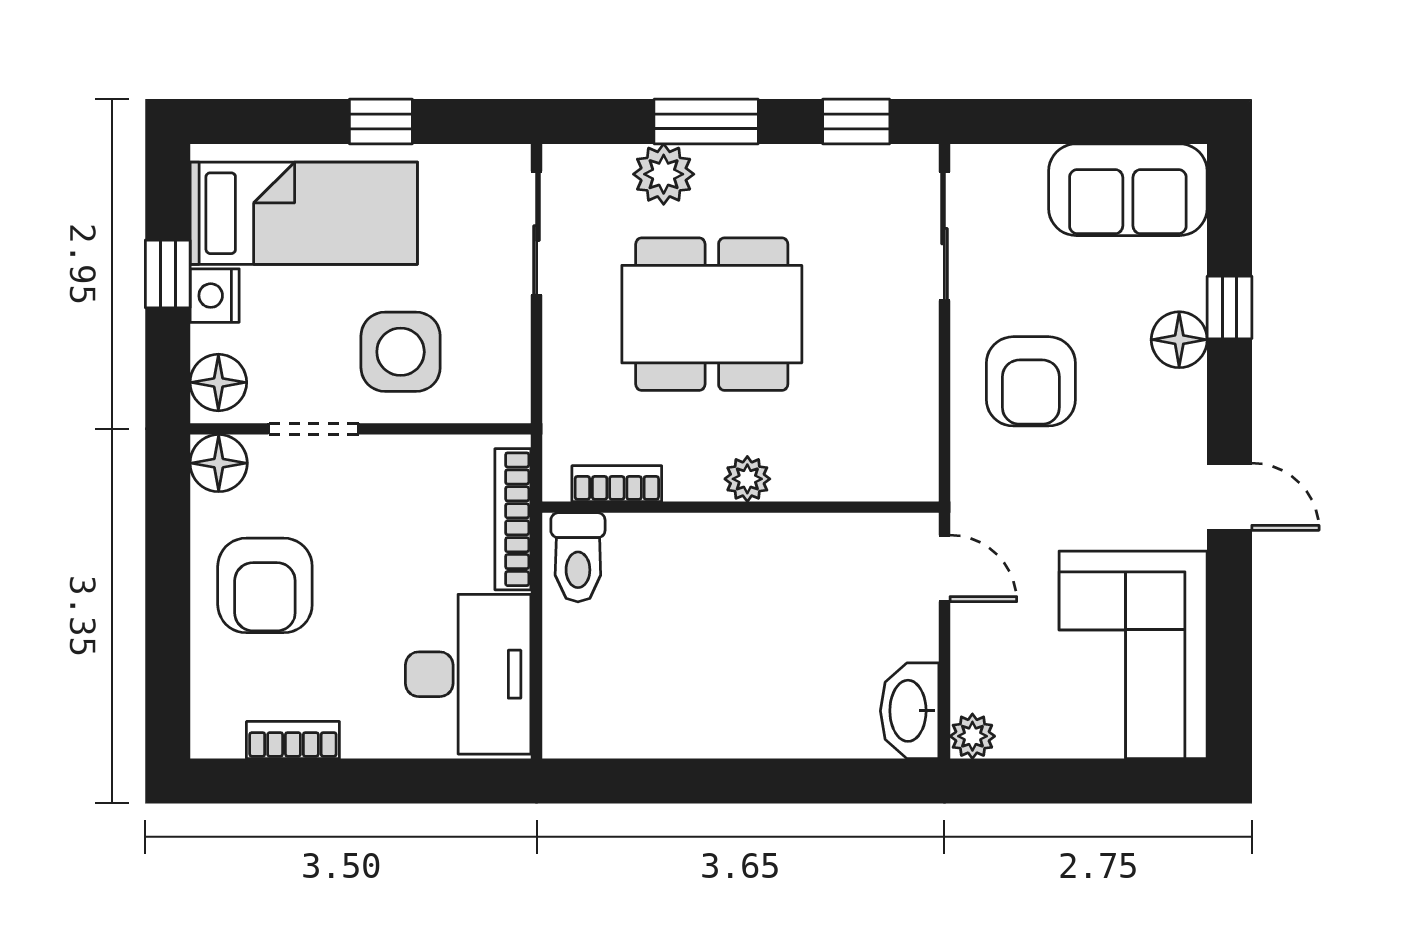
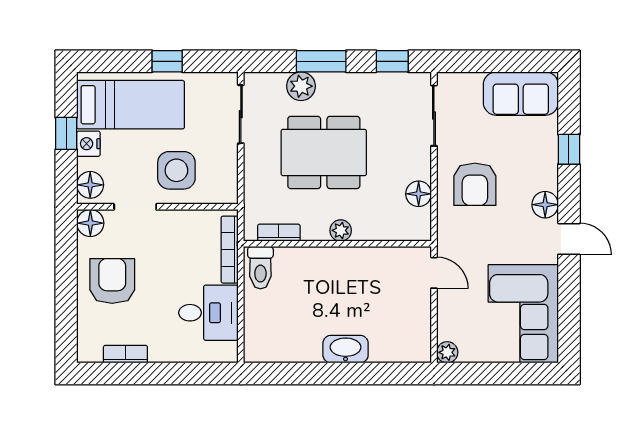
floor lamp: (1179, 340) -> (545, 205), moved
floor lamp: (912, 401) -> (419, 194), added
armchair: (265, 585) -> (112, 281), turned 180
desk: (468, 674) -> (208, 313), width x0.73
washbasin: (910, 711) -> (346, 349), moved, turned 90

